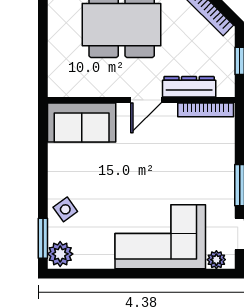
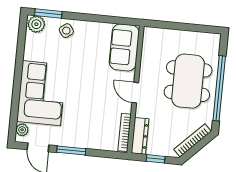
dresser: (189, 87) -> (140, 136), moved

